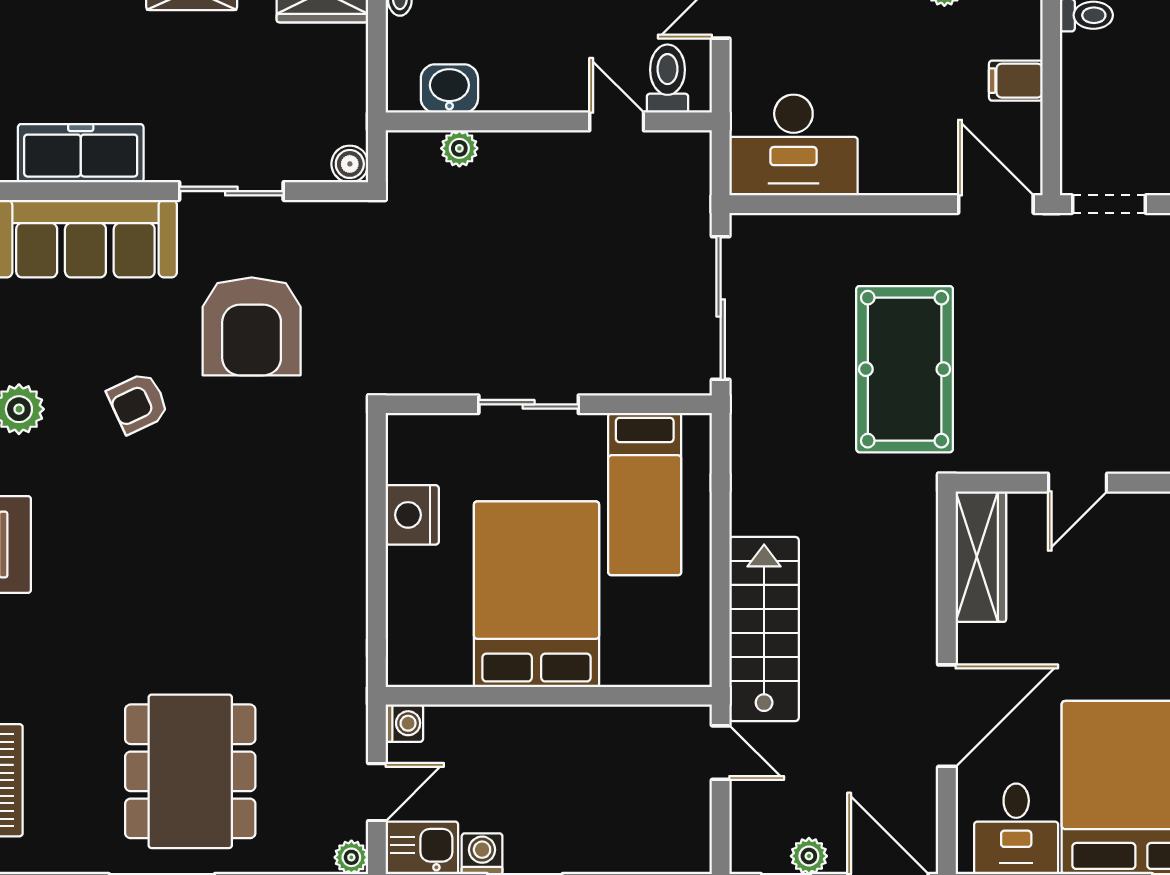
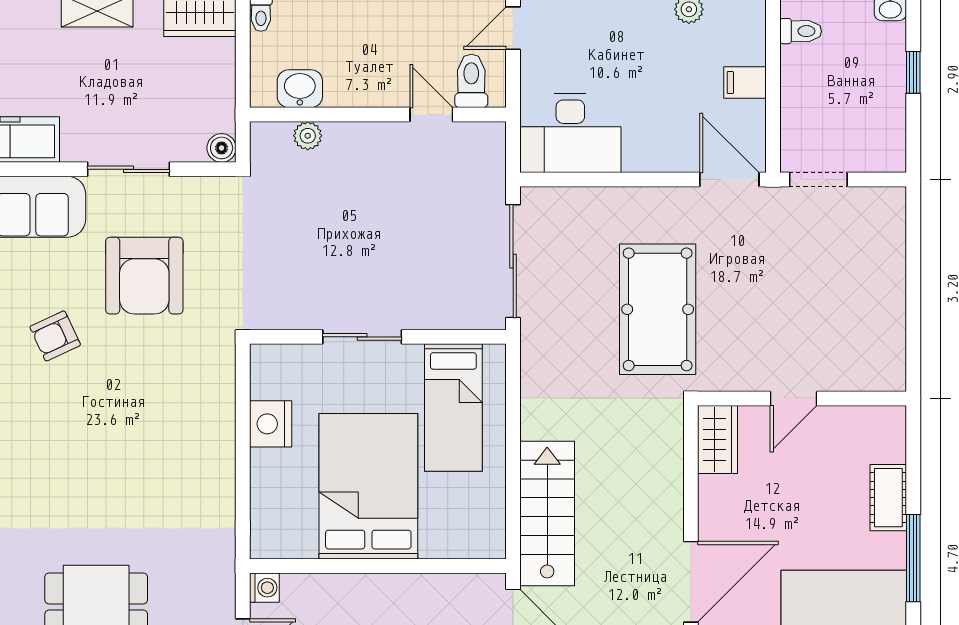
wardrobe: (981, 557) -> (718, 440), width x0.67

